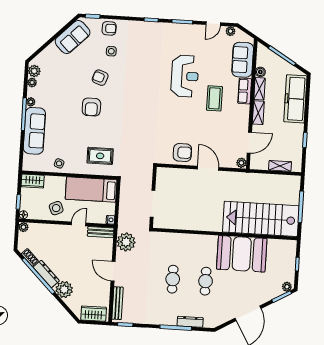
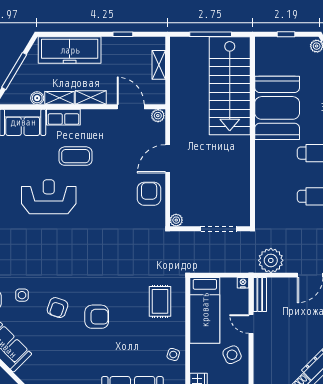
plant: (161, 172) -> (176, 220), added

